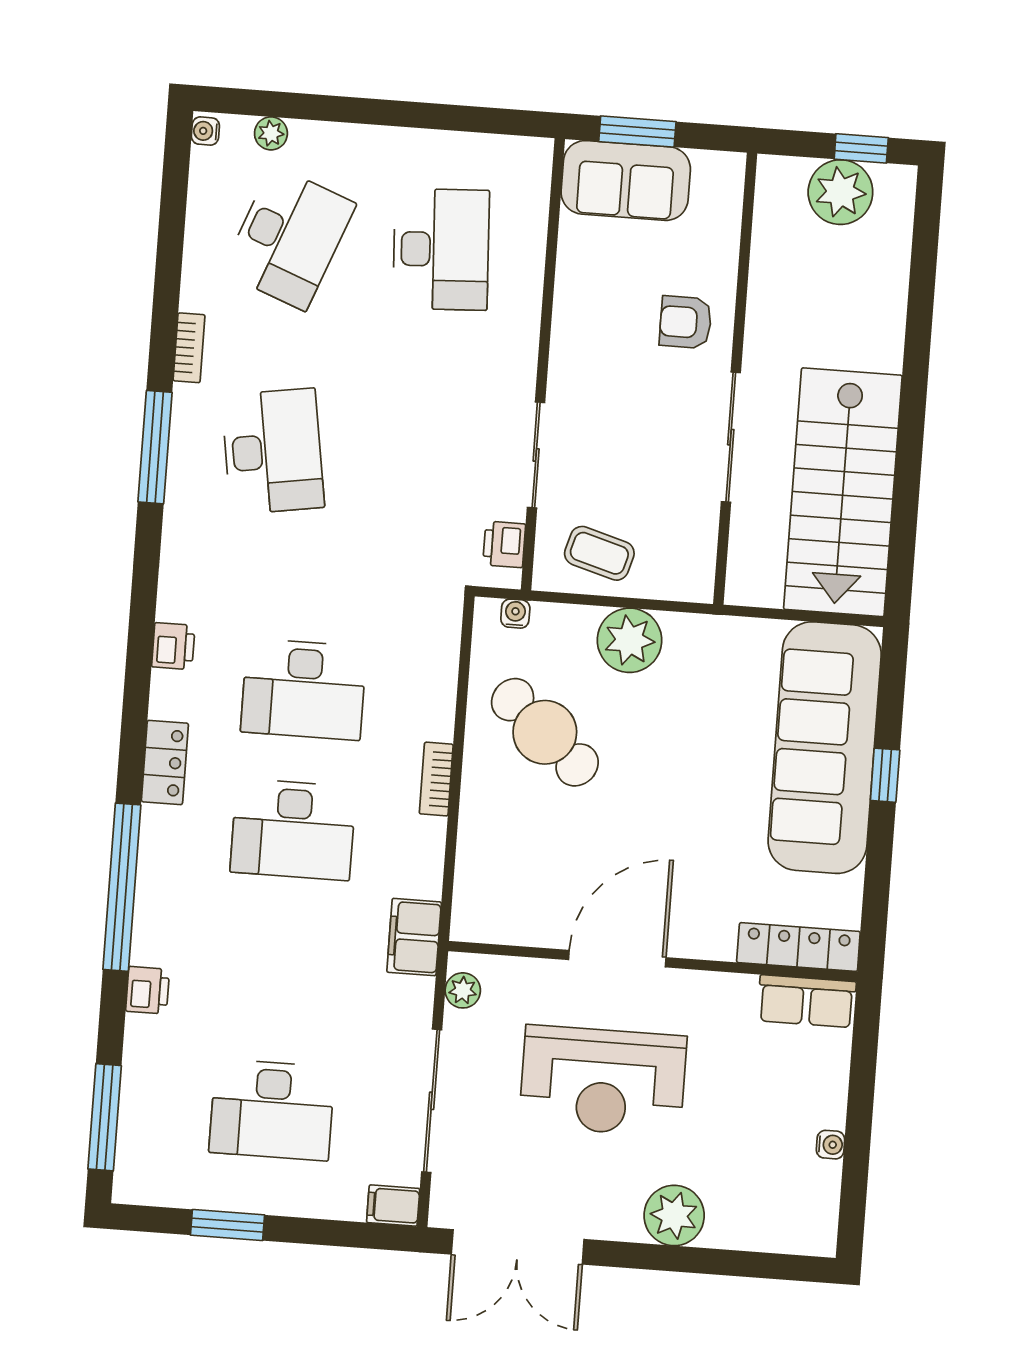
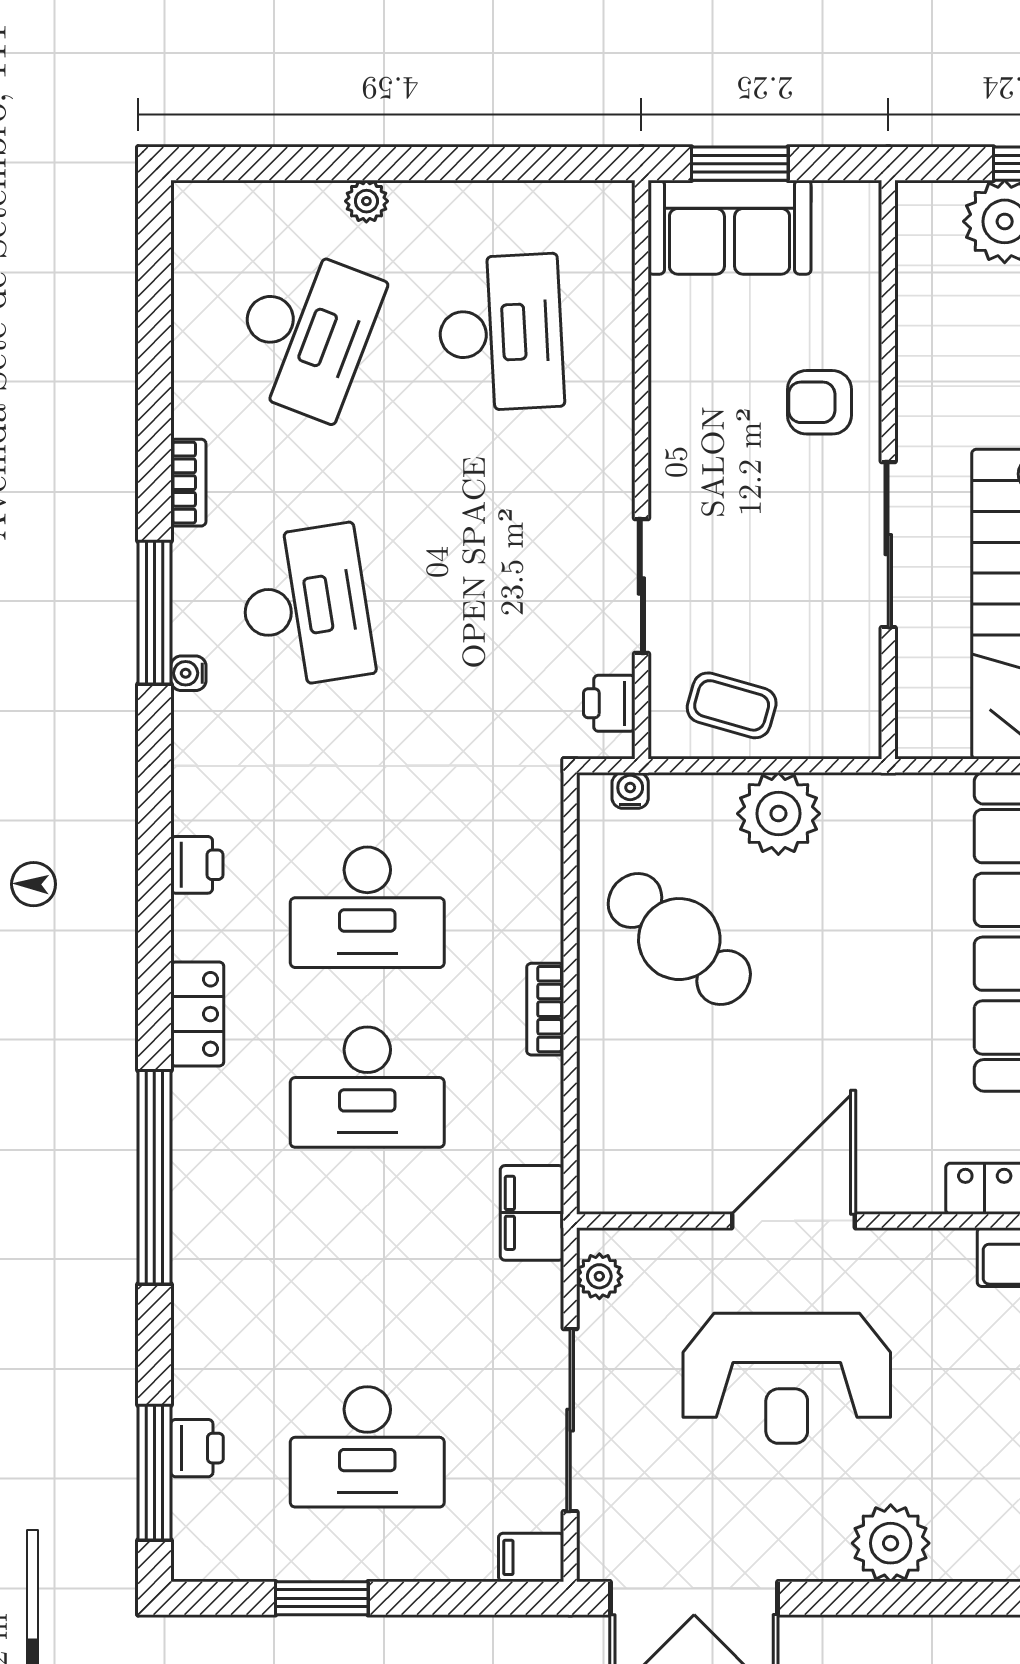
water cooler: (205, 131) -> (188, 673), moved
plant: (271, 133) -> (366, 201), moved
printer: (148, 990) -> (197, 1448), moved

